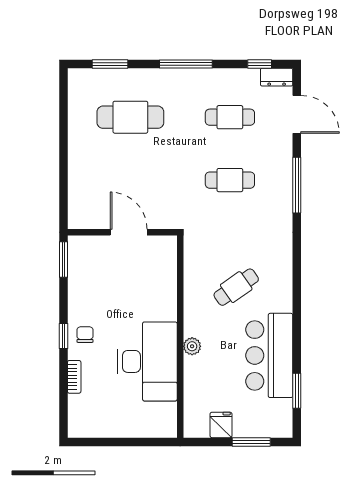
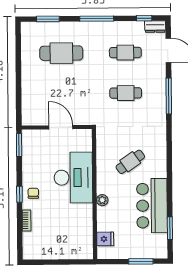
desk: (147, 361) -> (73, 178), moved
fridge: (221, 425) -> (105, 239), moved, turned 90

